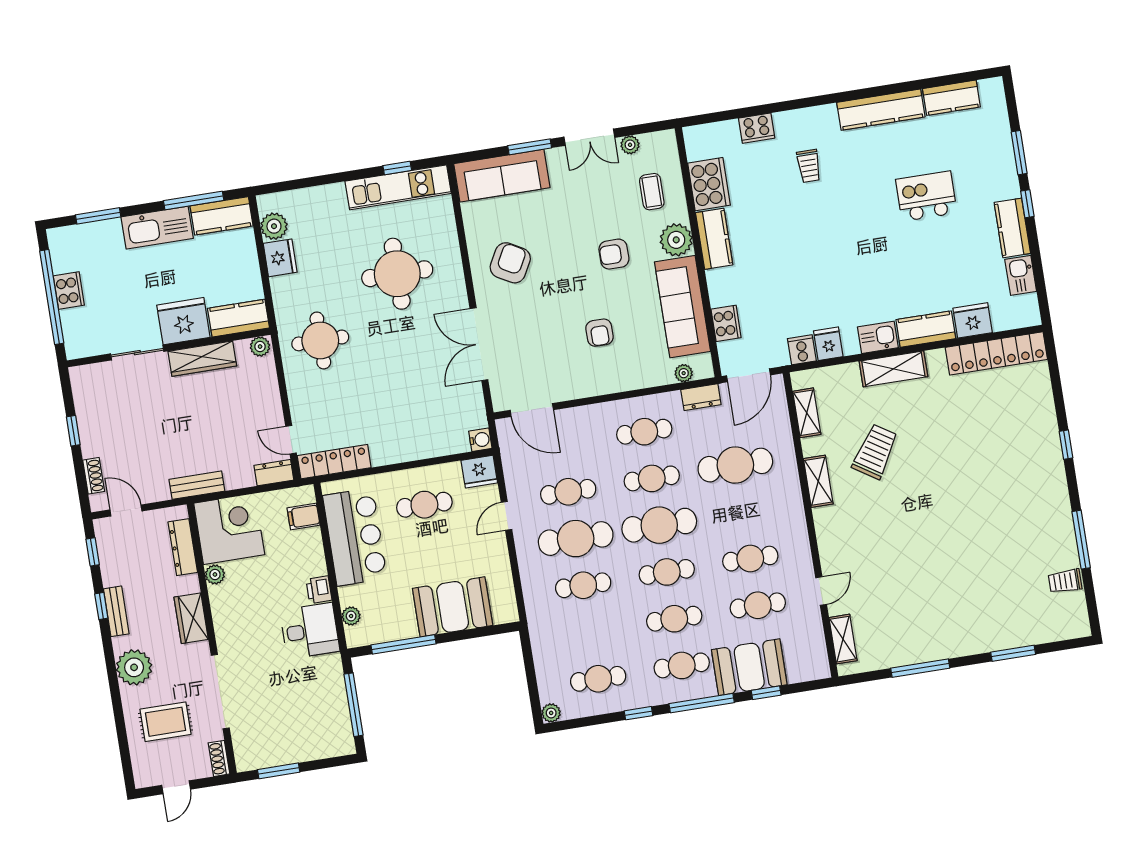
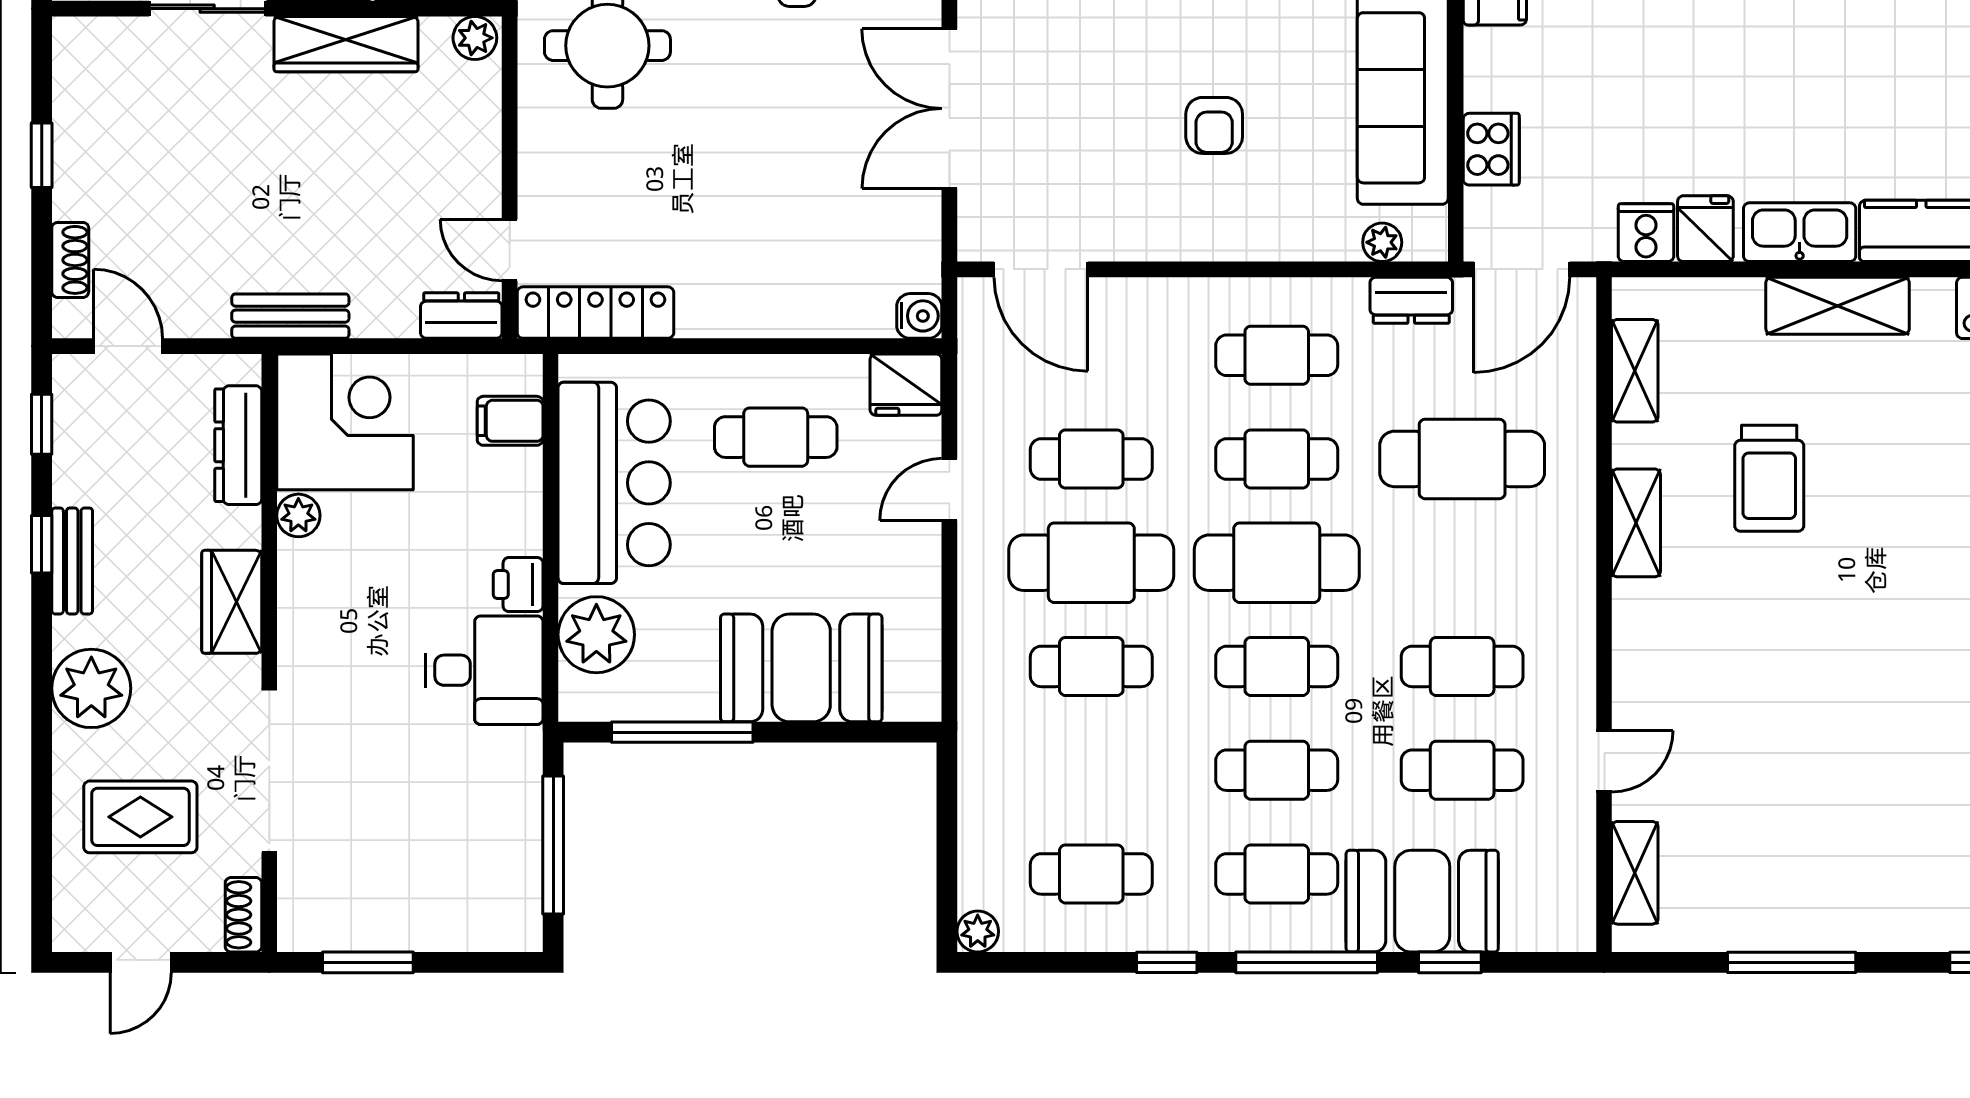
kitchen sink: (878, 337) -> (1800, 232), width x1.38
trolley: (875, 452) -> (1769, 478), turned 147
plant: (351, 616) -> (596, 635), width x1.88, depth x1.88

